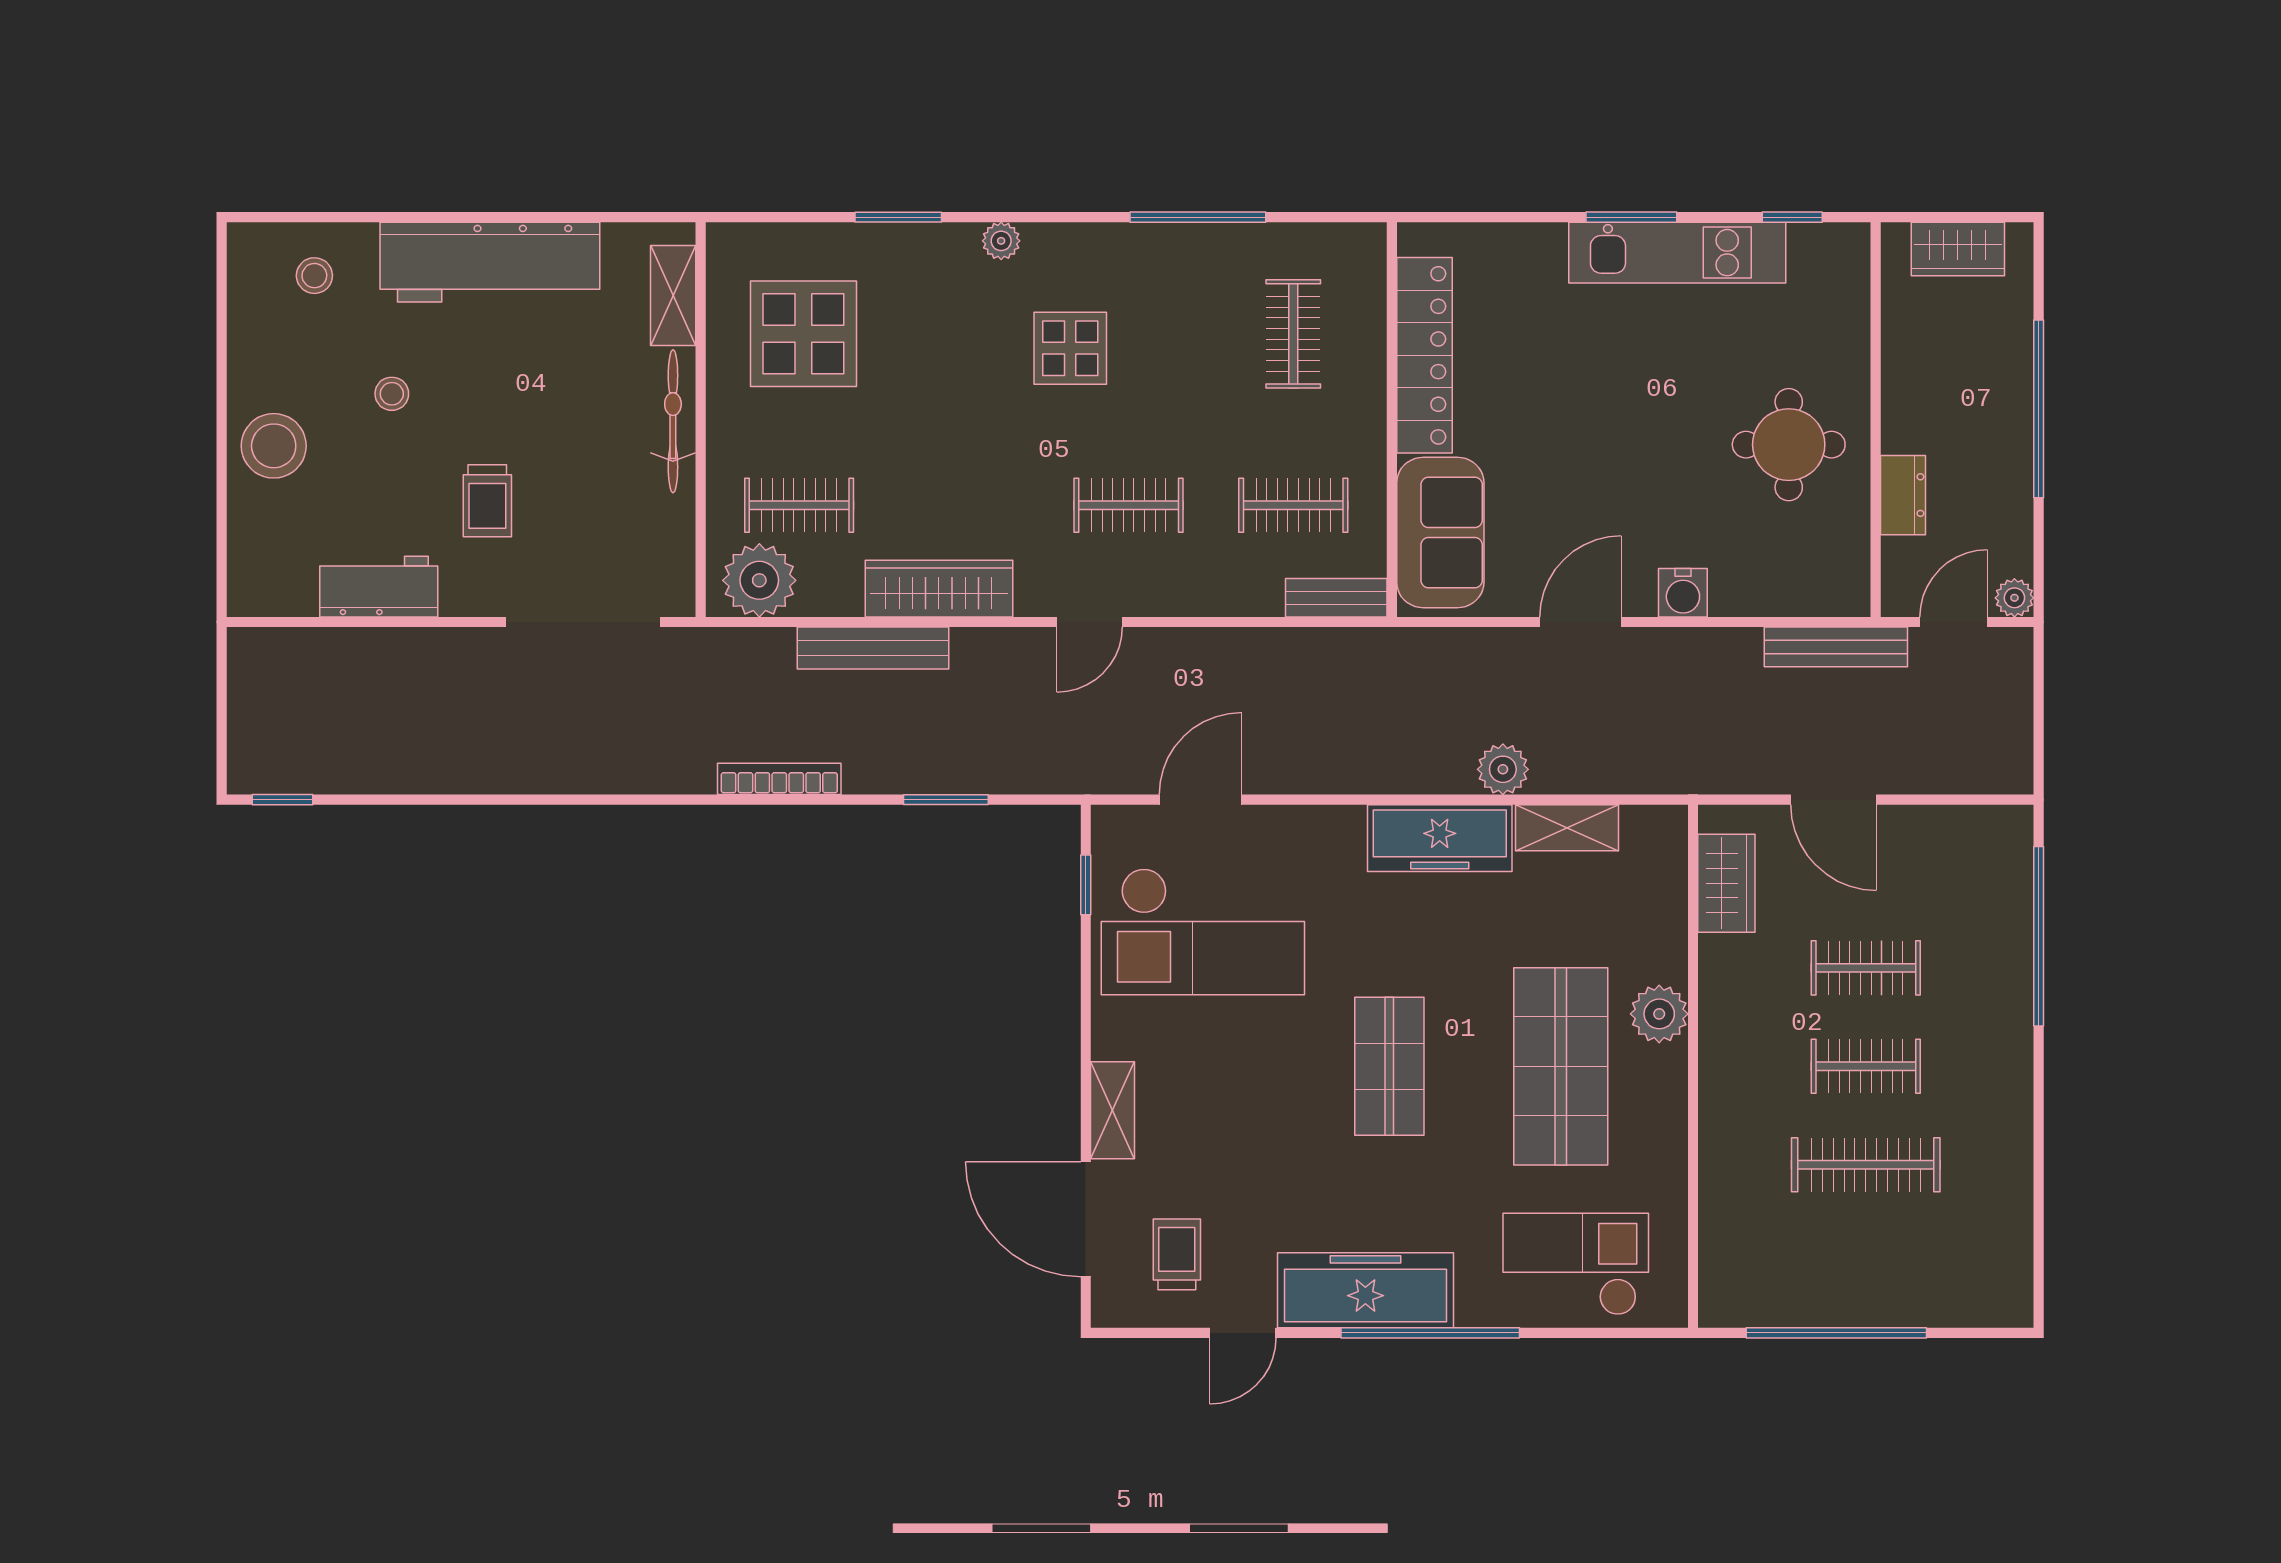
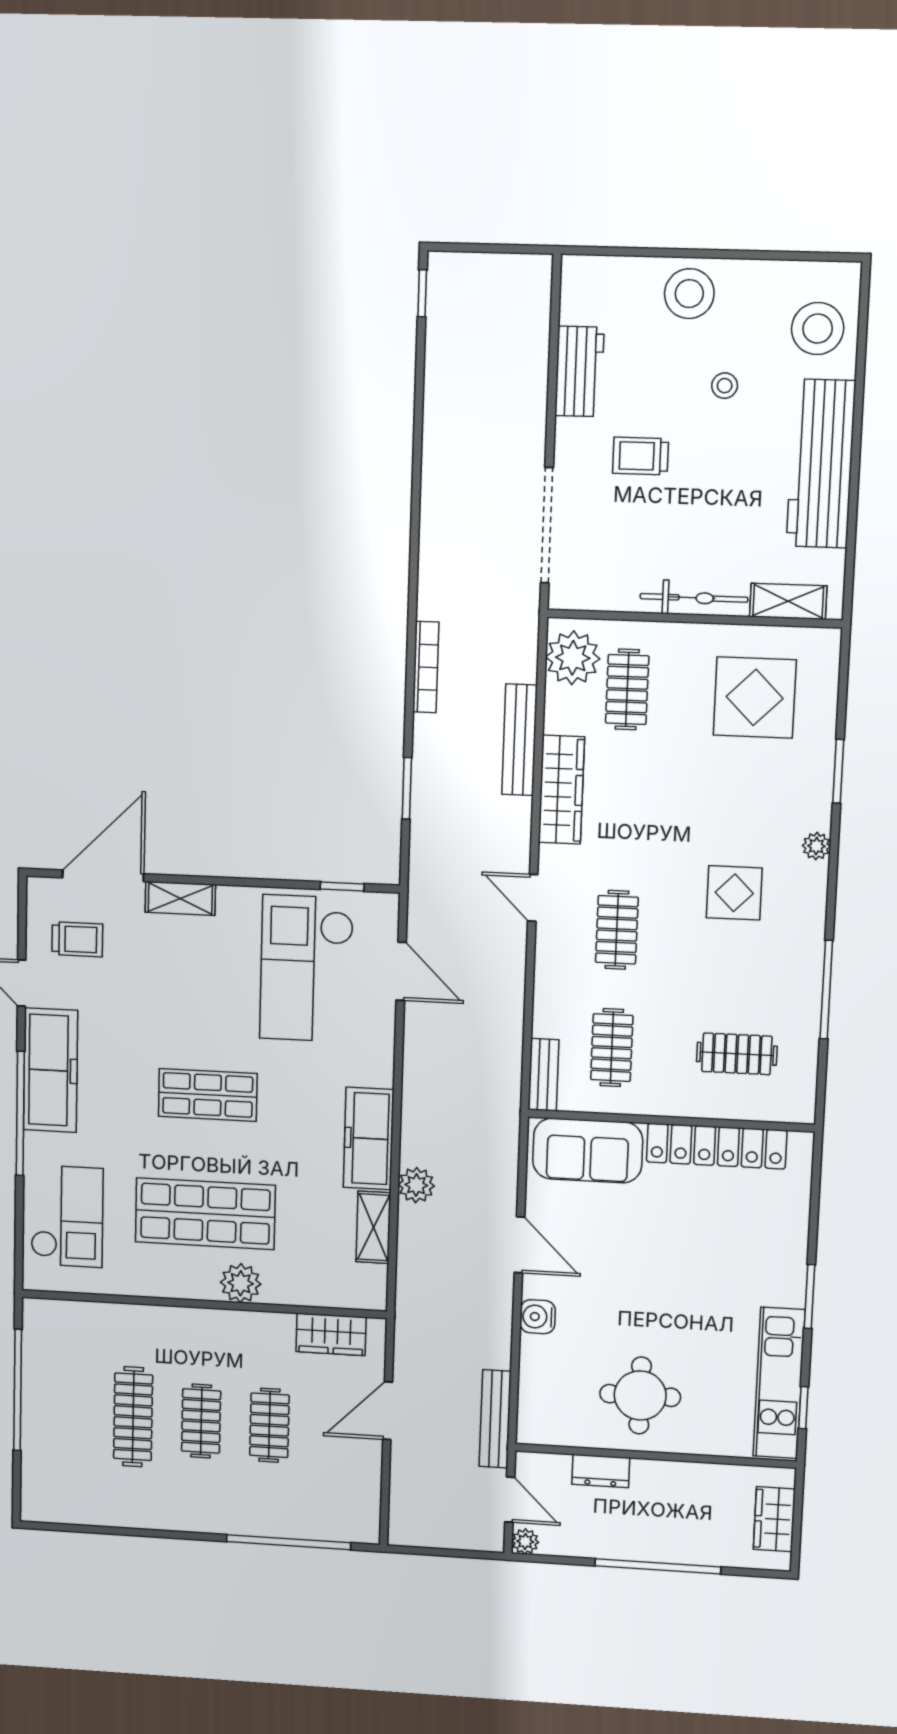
kitchen unit: (1677, 253) -> (779, 1383), moved
stool: (314, 276) -> (818, 329), width x1.89, depth x1.89

